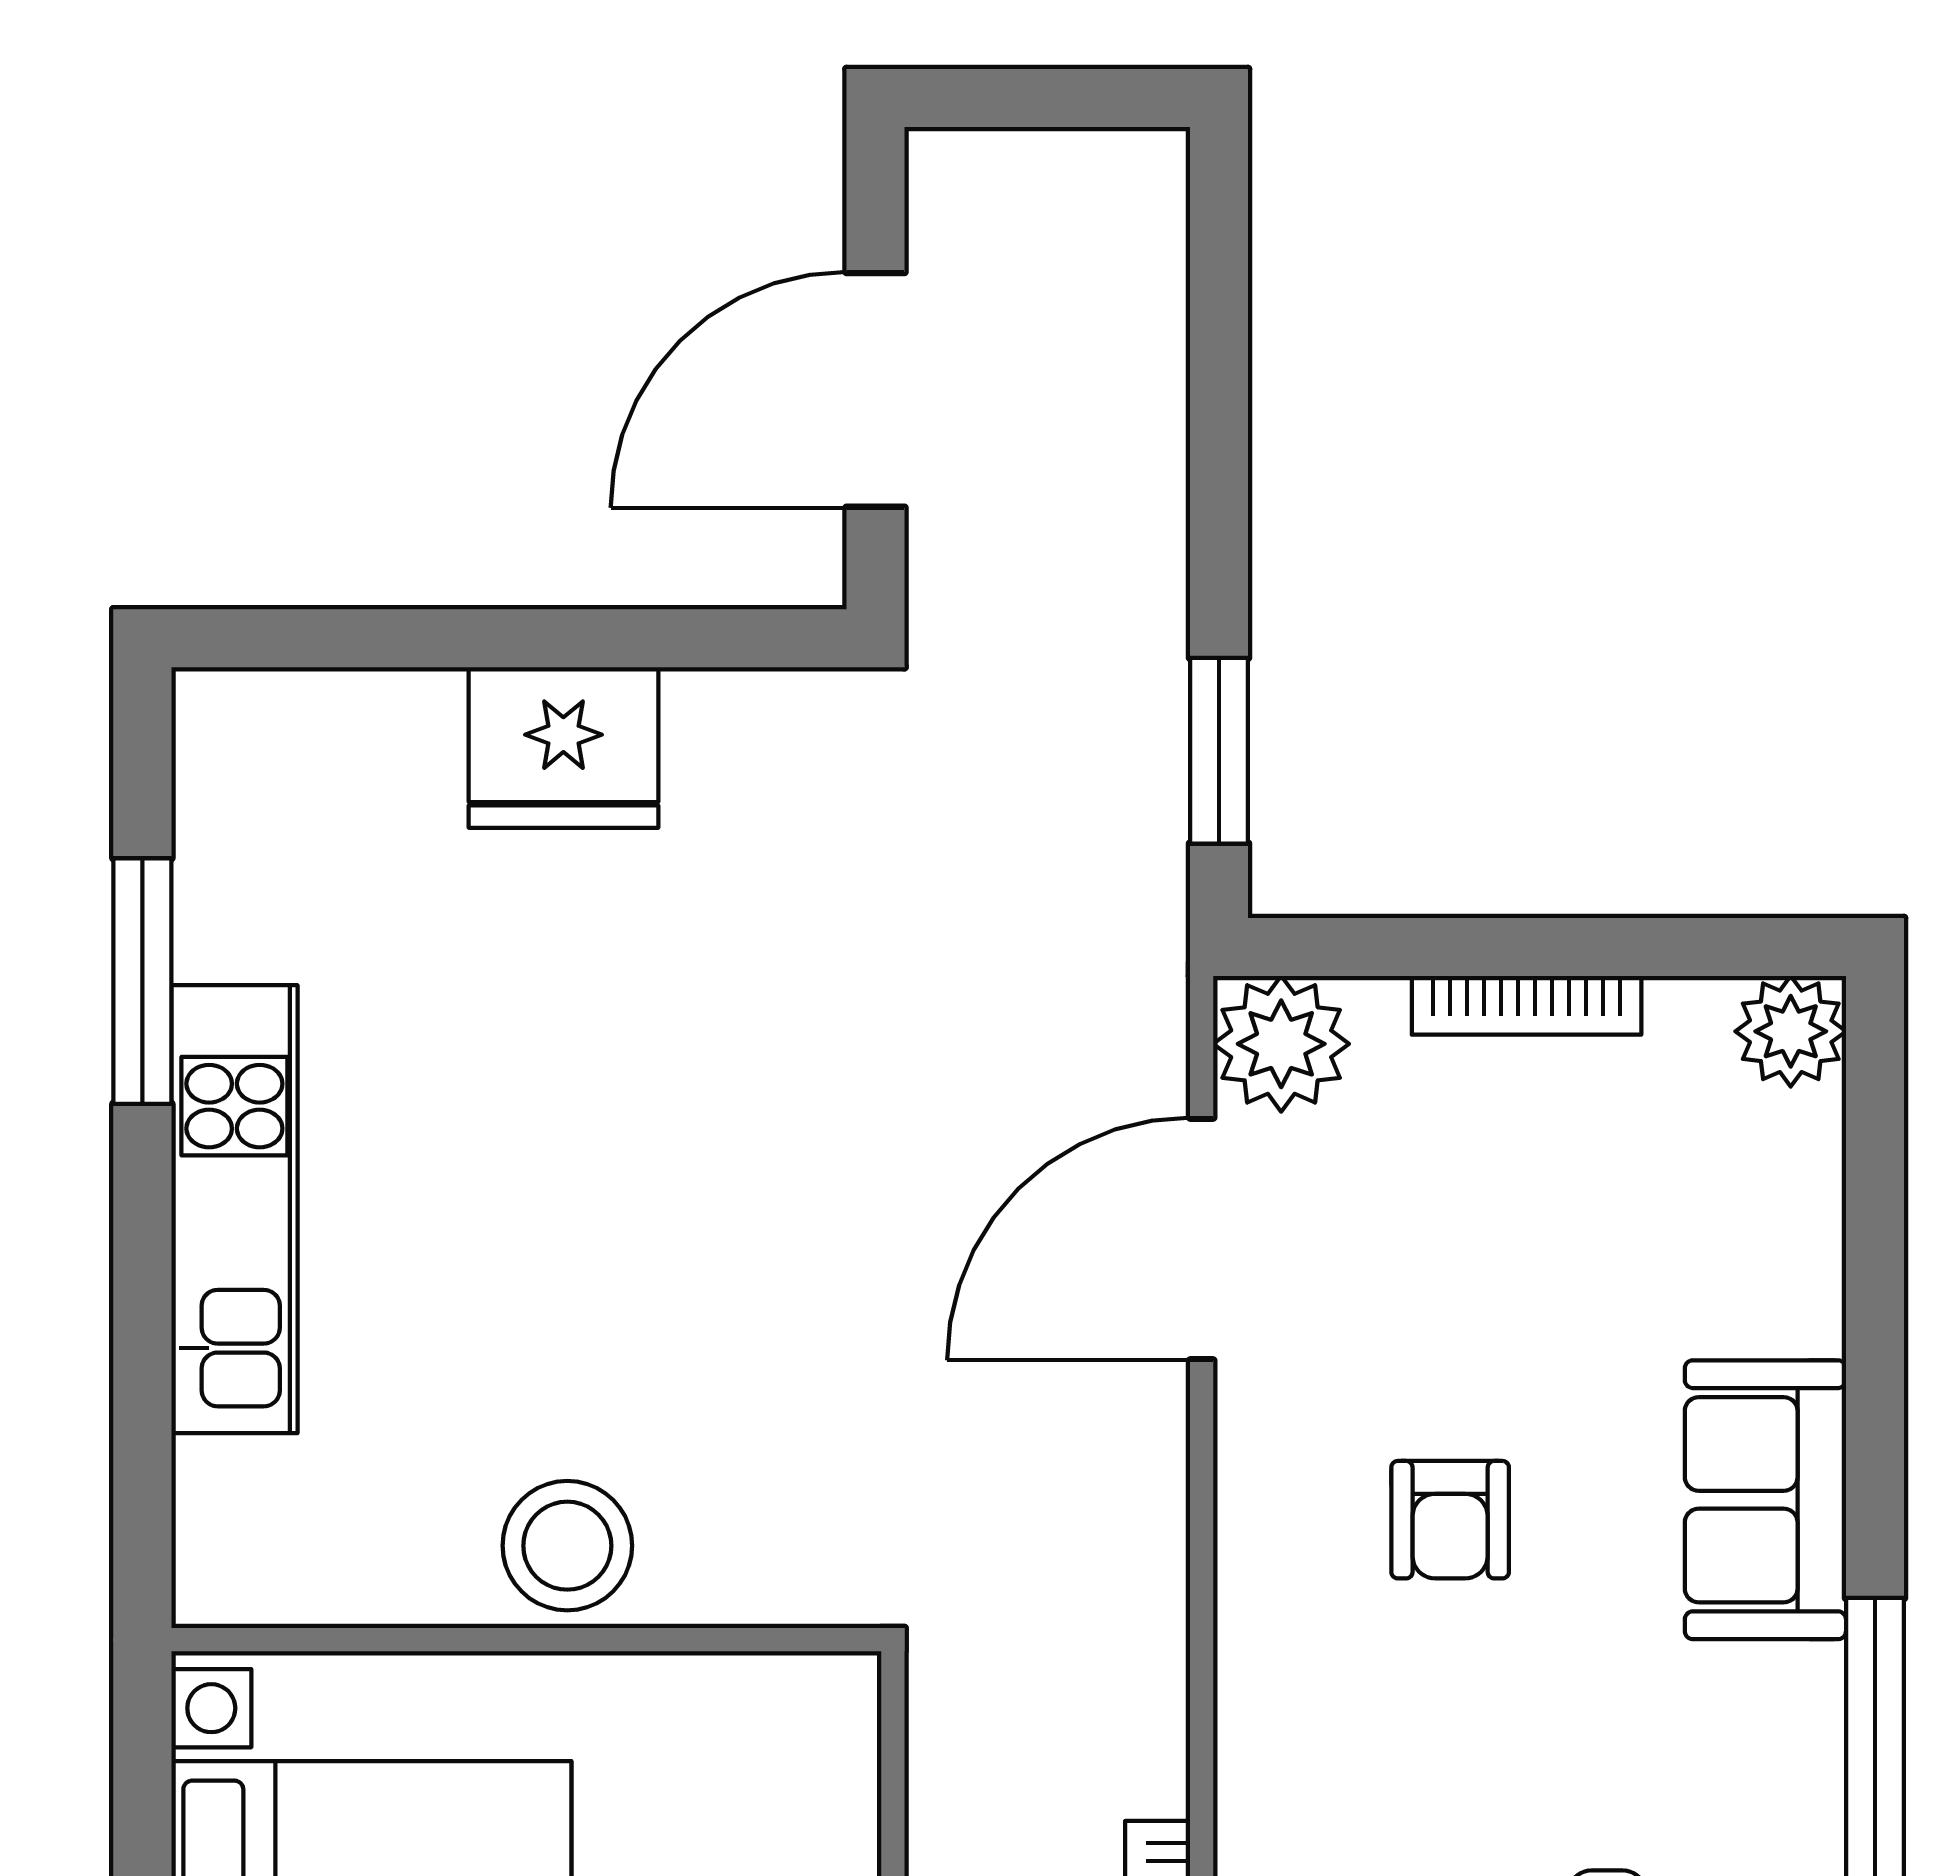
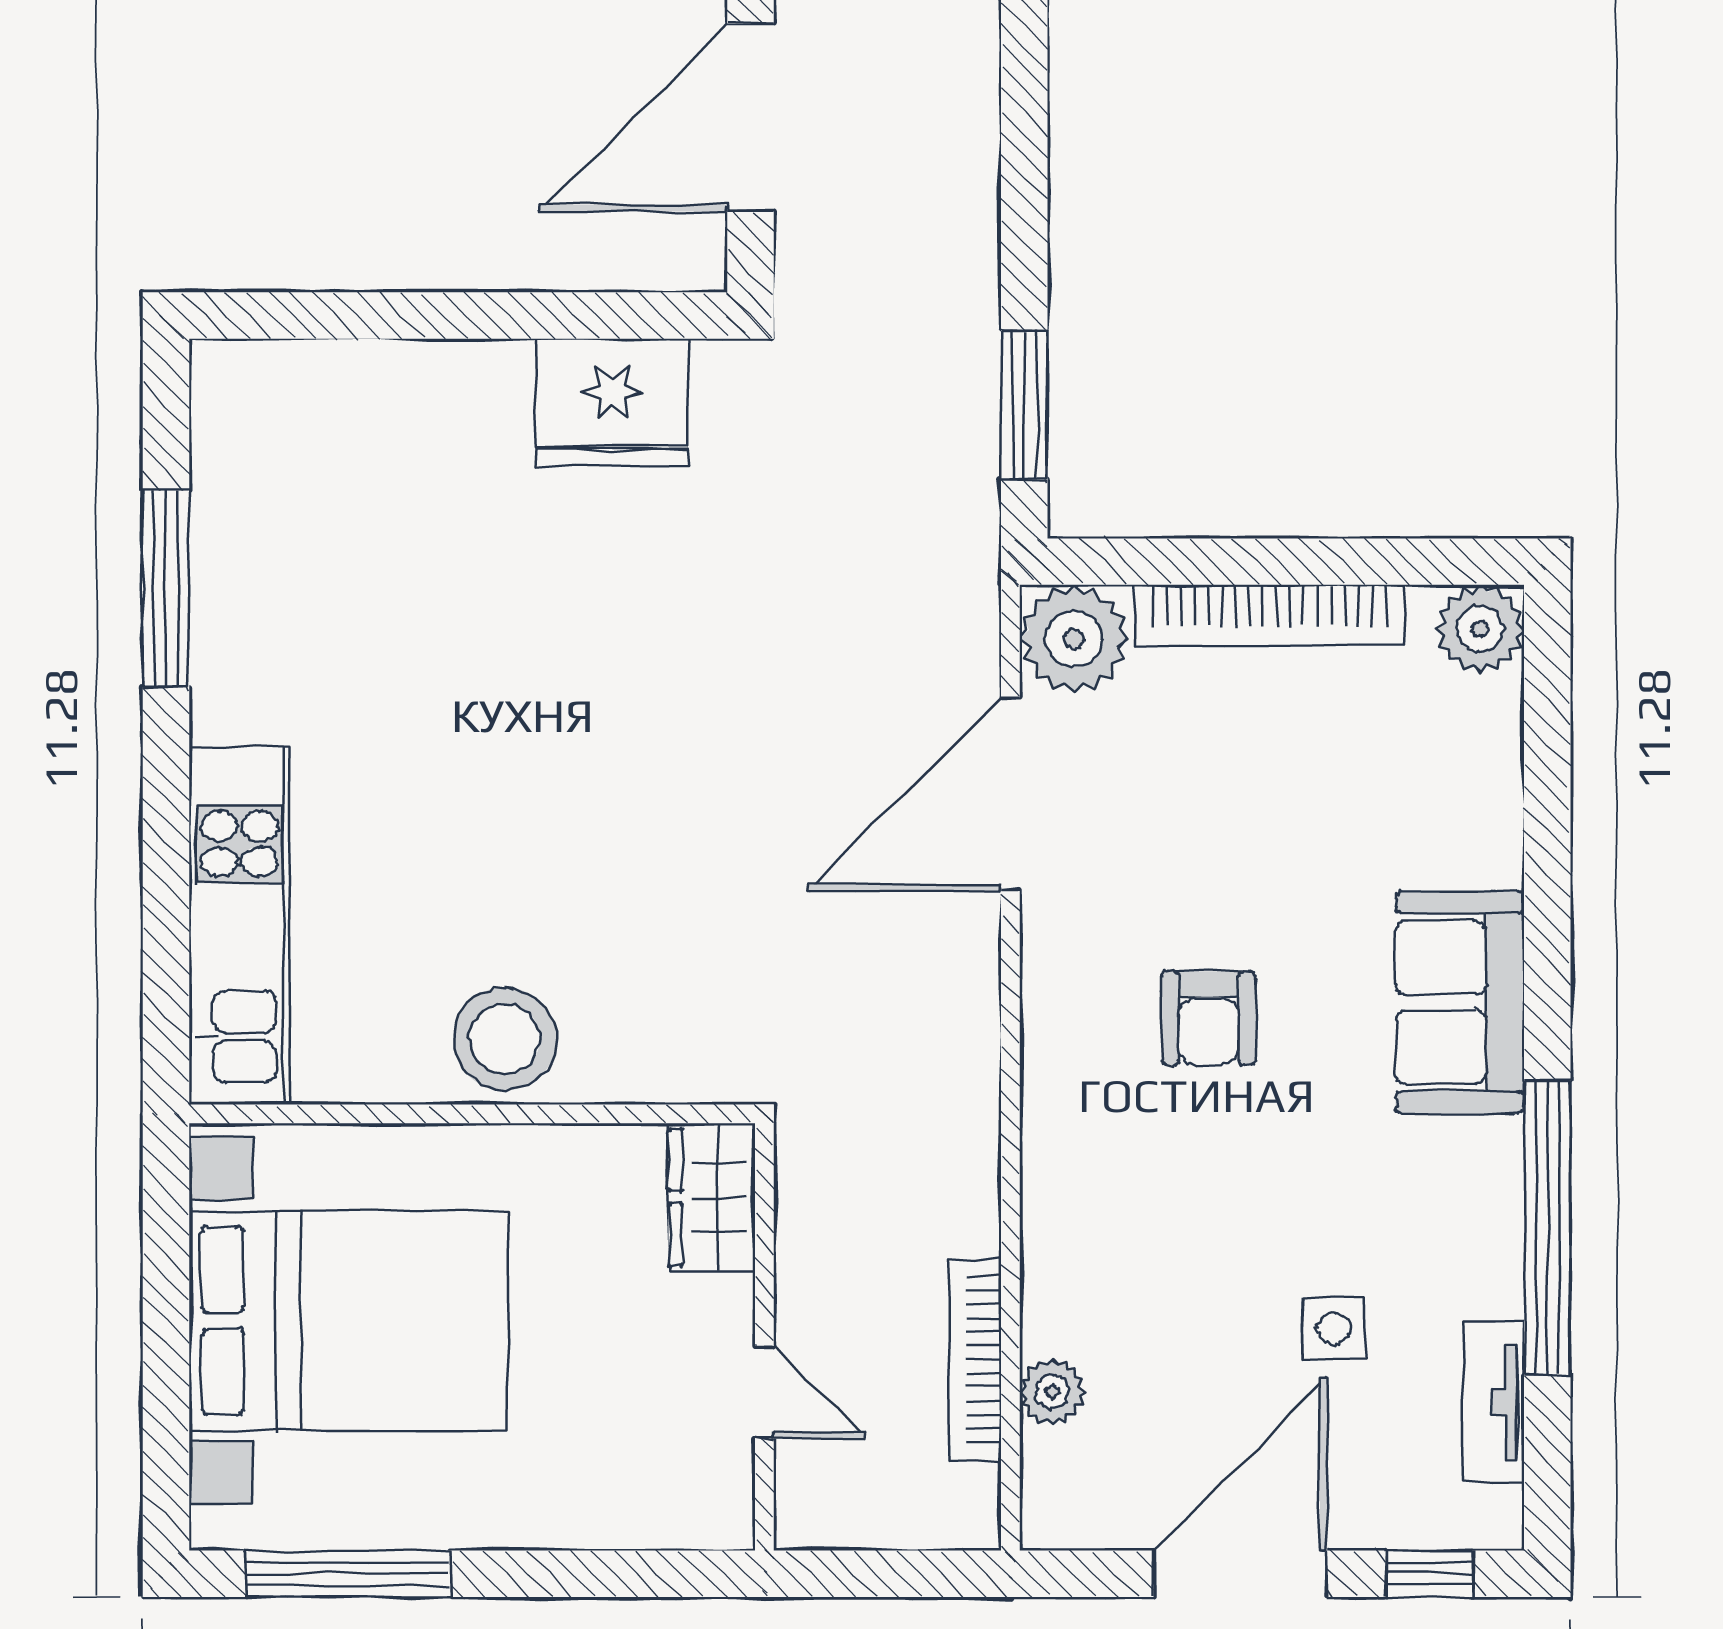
fridge: (563, 747) -> (612, 403), moved
bookcase: (1527, 1005) -> (1270, 615), width x1.48, depth x1.31
kitchen unit: (234, 1209) -> (239, 926), moved
wardrobe: (827, 1745) -> (712, 1198), added

